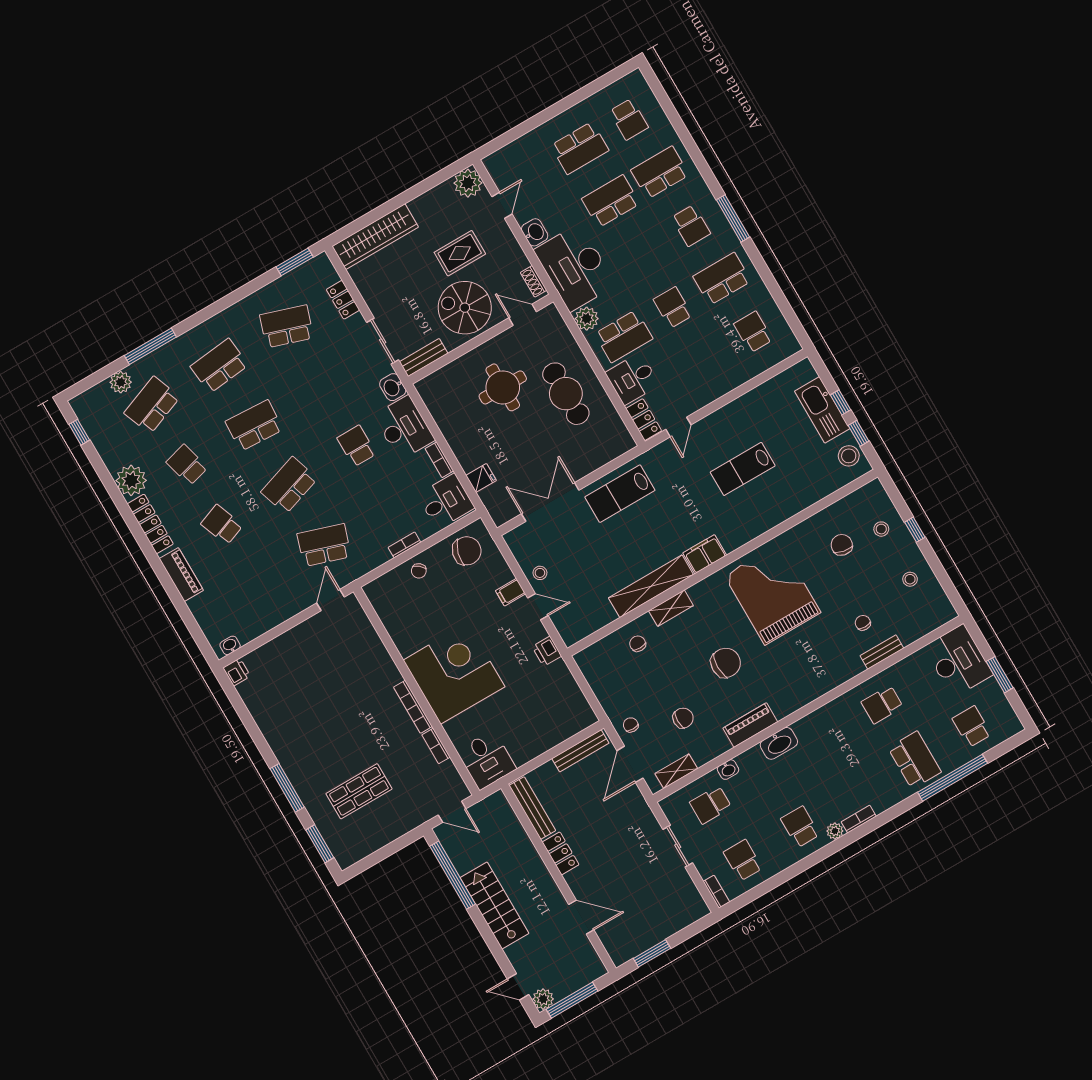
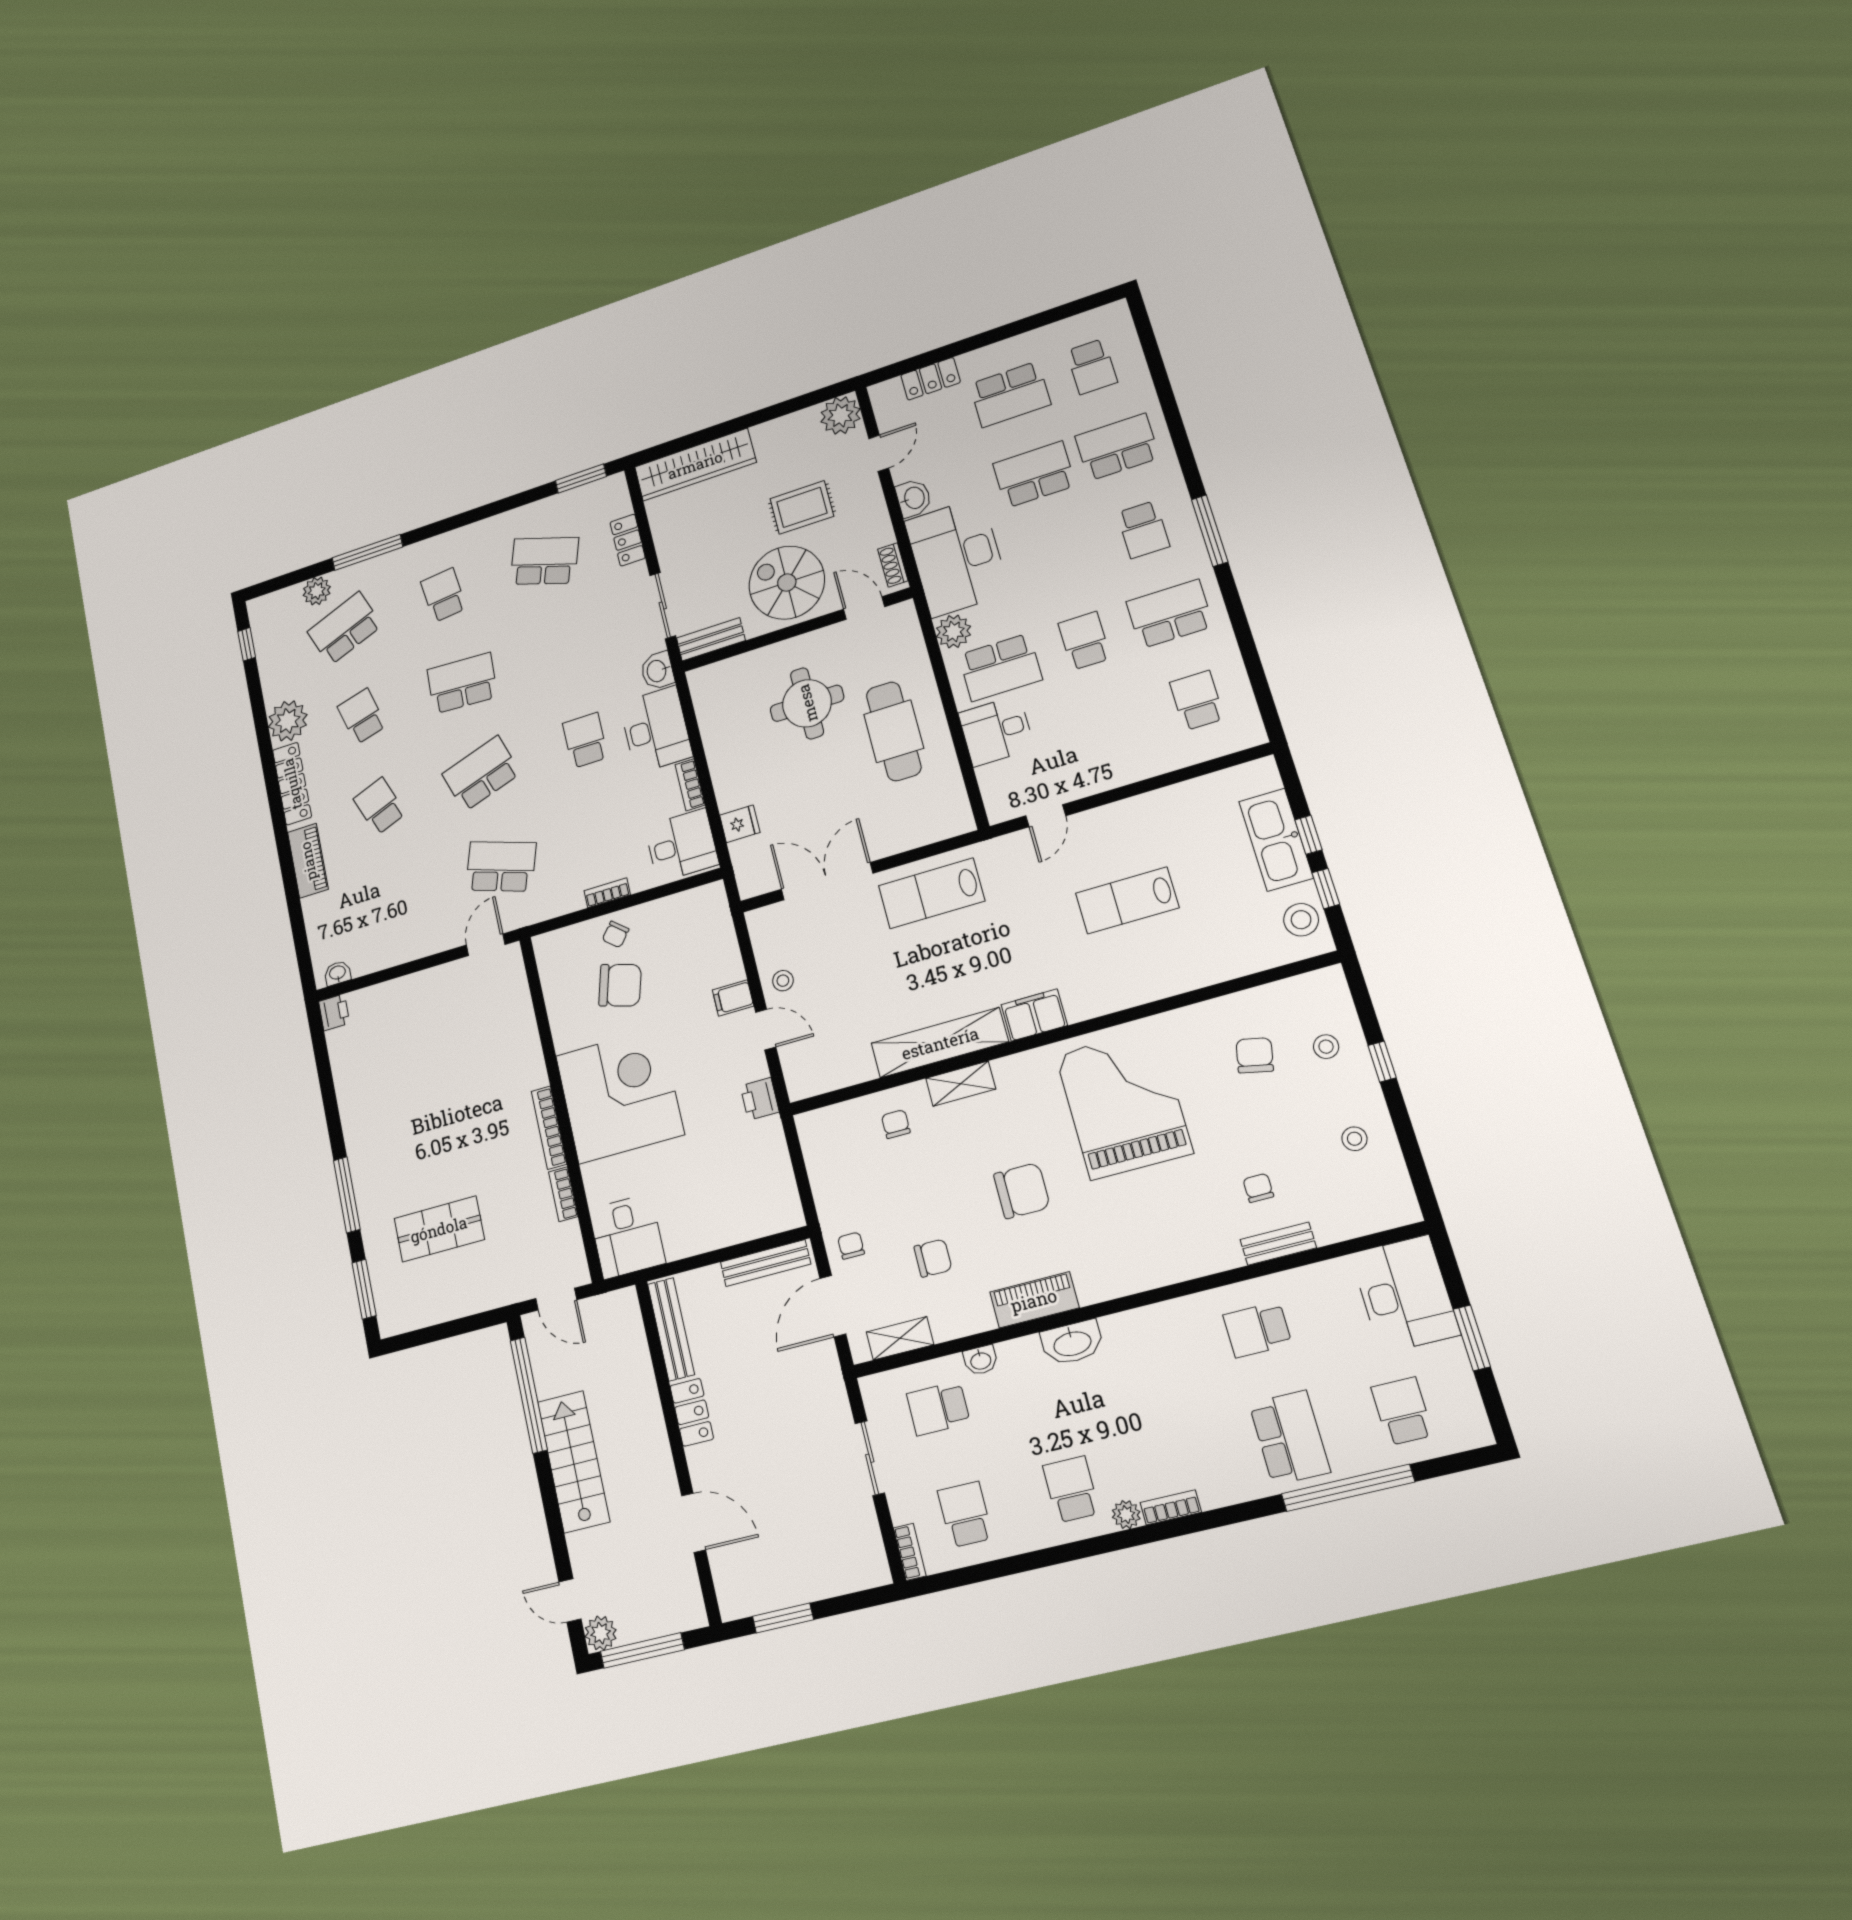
school desk: (219, 366) -> (443, 595), width x0.54
locker: (644, 420) -> (931, 379), moved, turned 90
chair: (467, 551) -> (620, 985), moved

